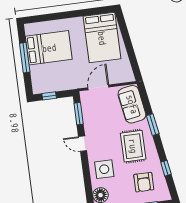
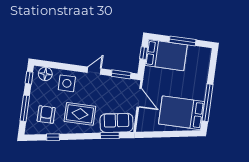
window: (83, 13) -> (207, 103), added
bed: (49, 48) -> (166, 55), moved, turned -90
window: (153, 125) -> (110, 136), moved
armchair: (144, 182) -> (46, 114), turned 90

